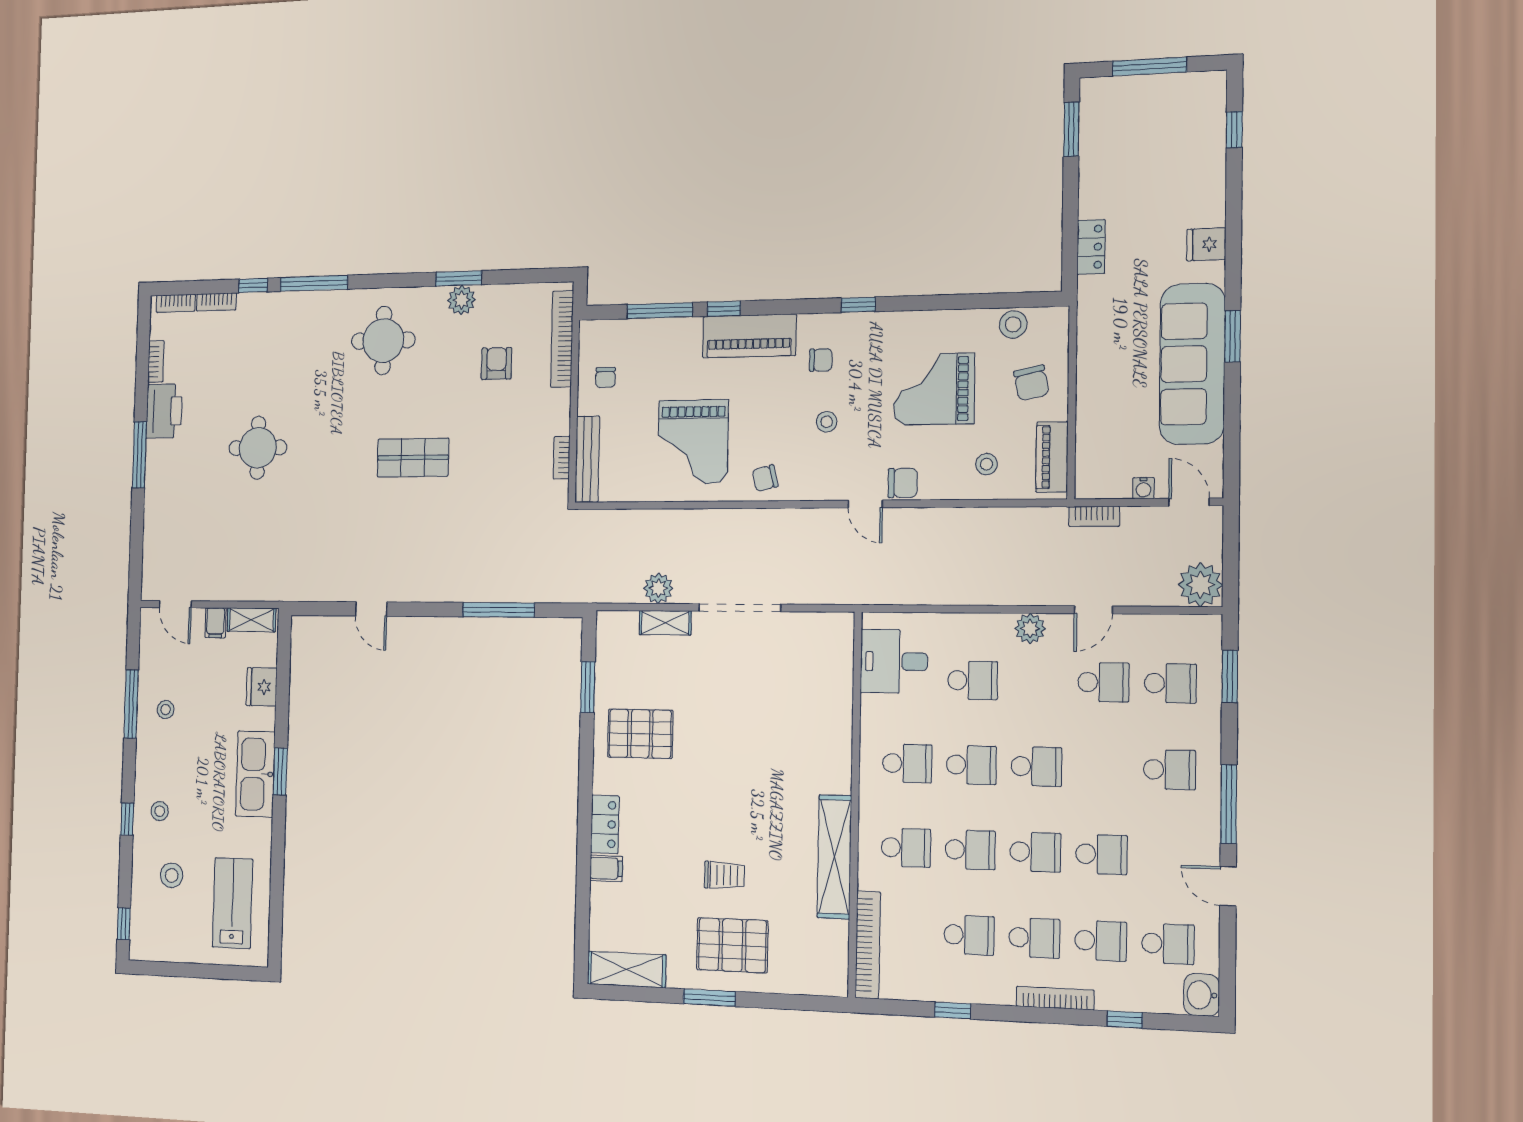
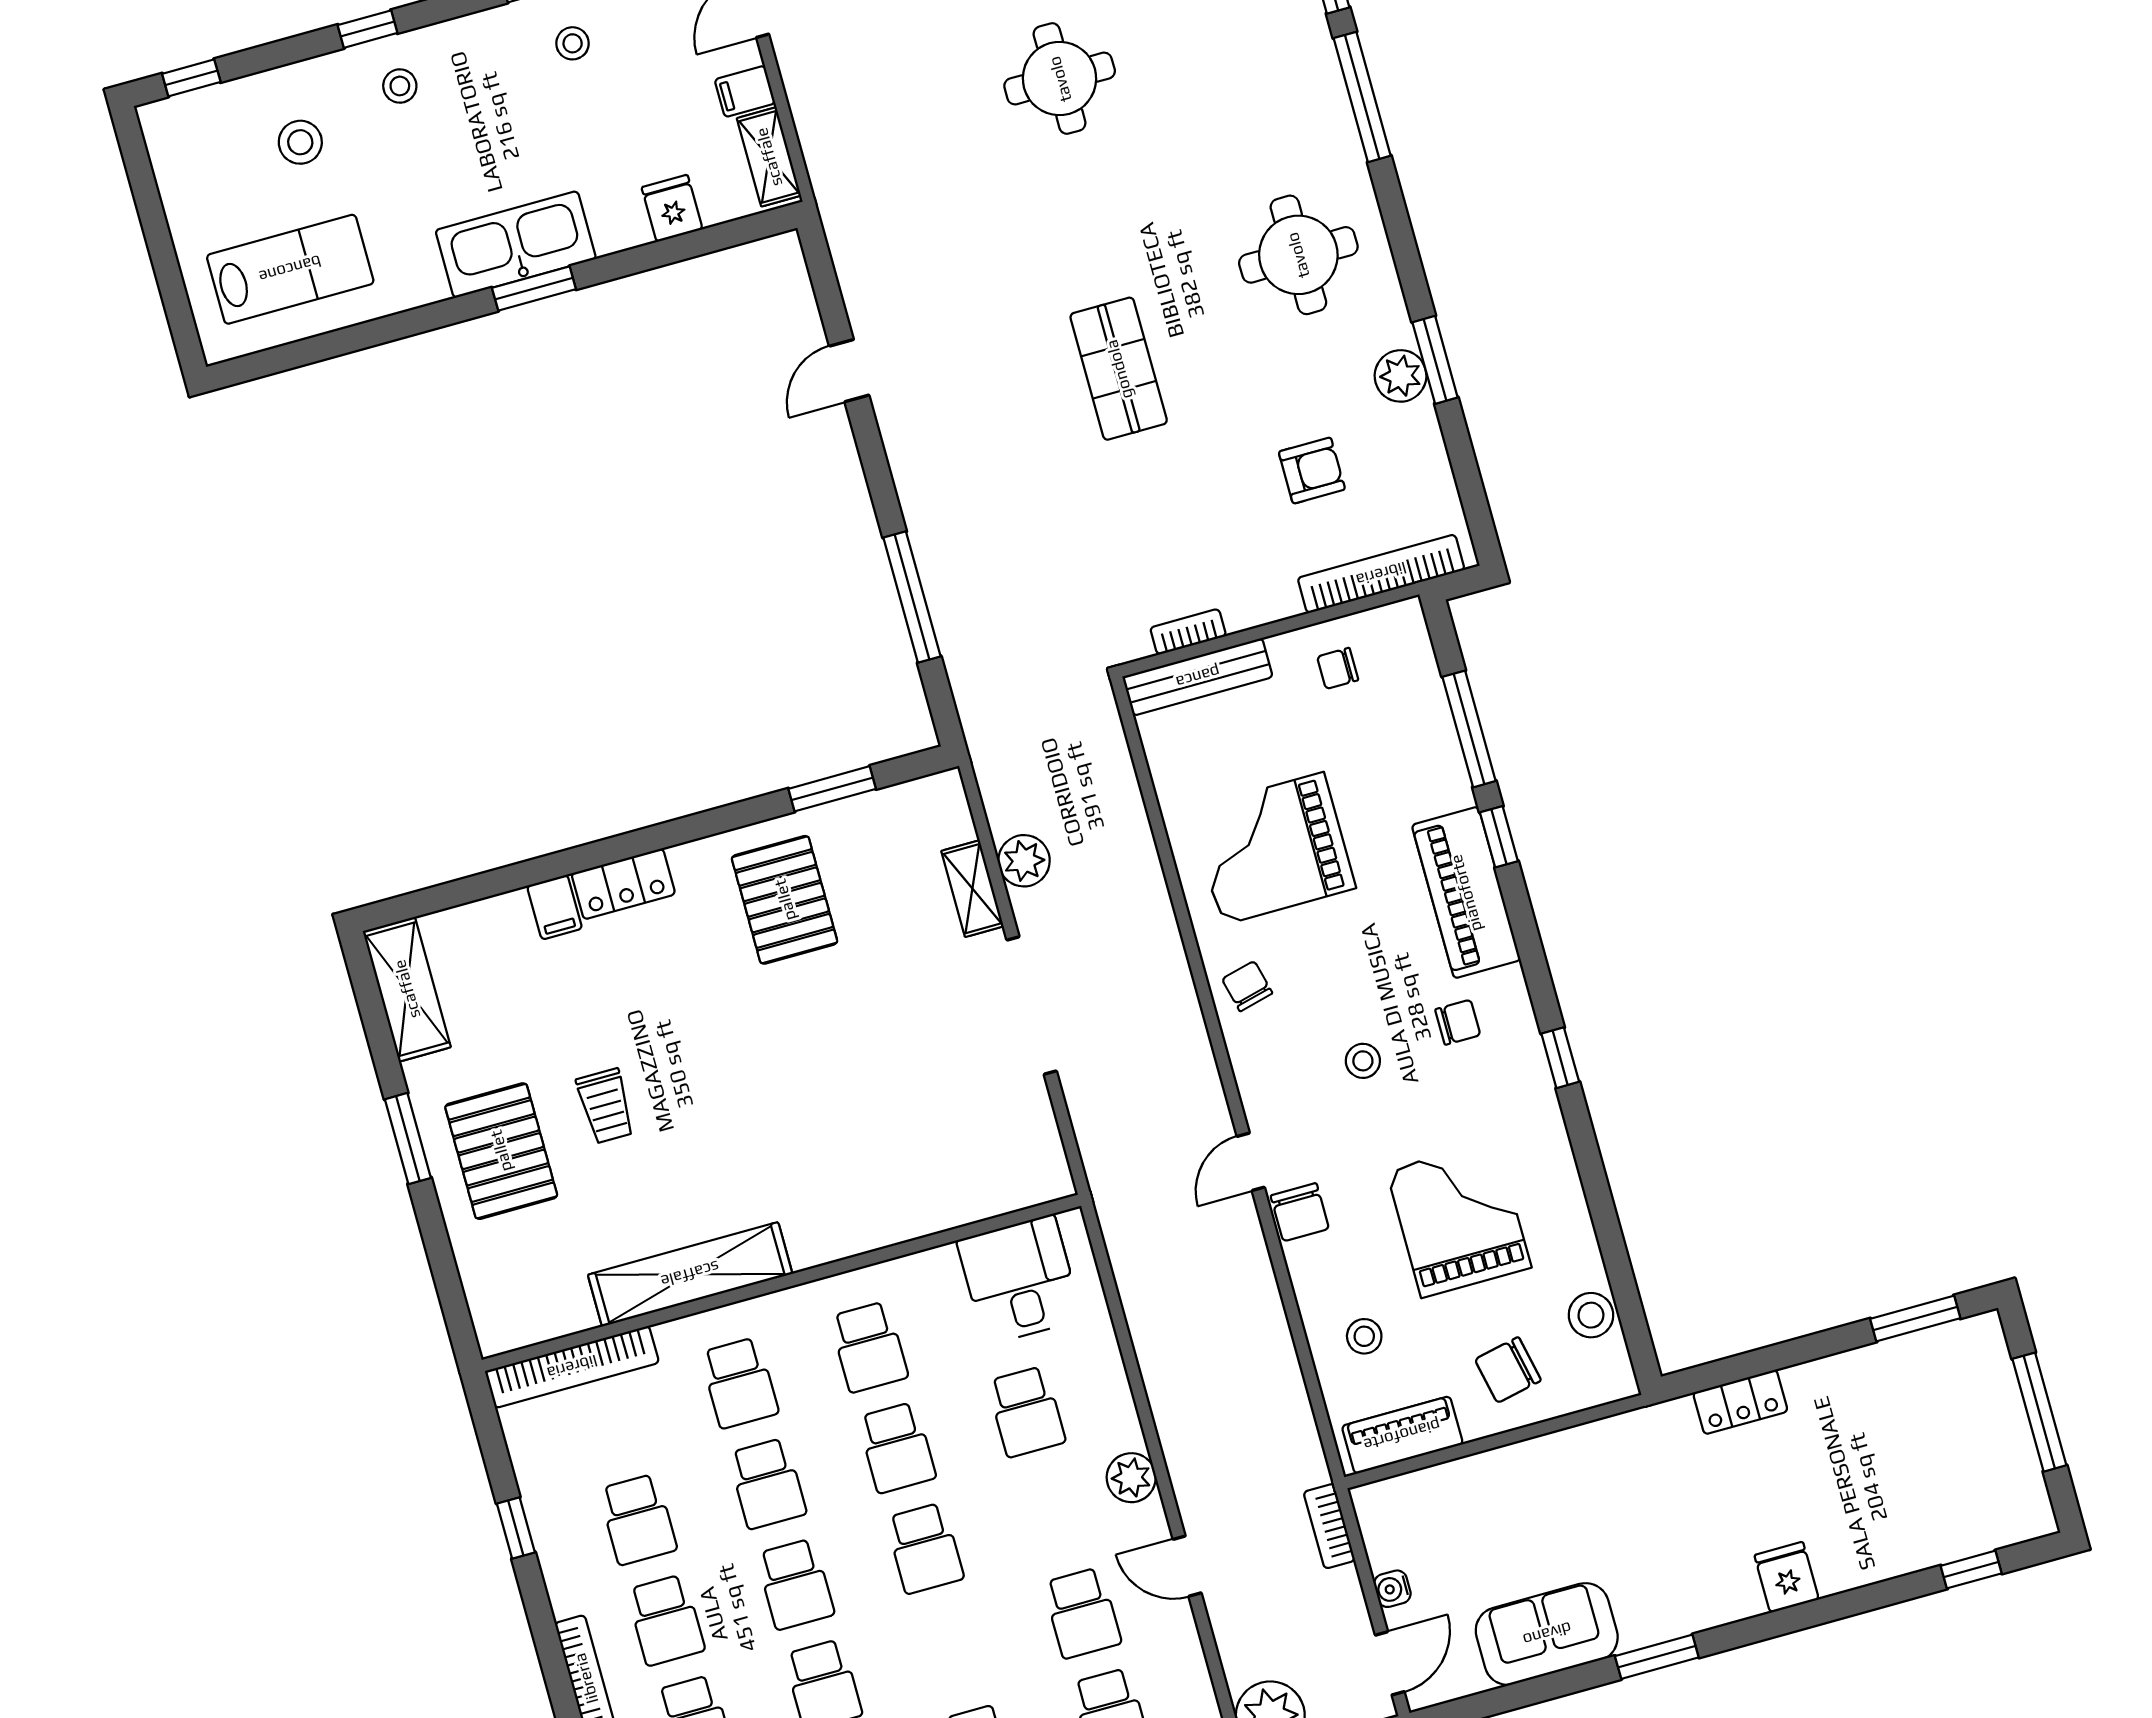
chair: (821, 360) -> (1458, 1022), turned -90
sofa: (1192, 364) -> (1547, 1634), width x0.54, depth x0.79
fridge: (262, 687) -> (672, 208), width x0.72

